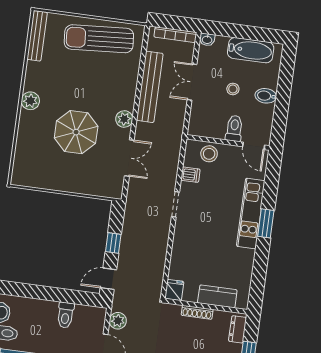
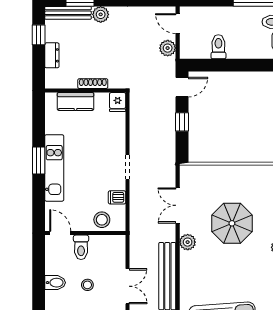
fridge: (174, 290) -> (118, 102), moved
kitchen counter: (217, 296) -> (75, 102), moved
wall: (206, 306) -> (85, 91), moved
shoe rack: (197, 312) -> (93, 84), moved

